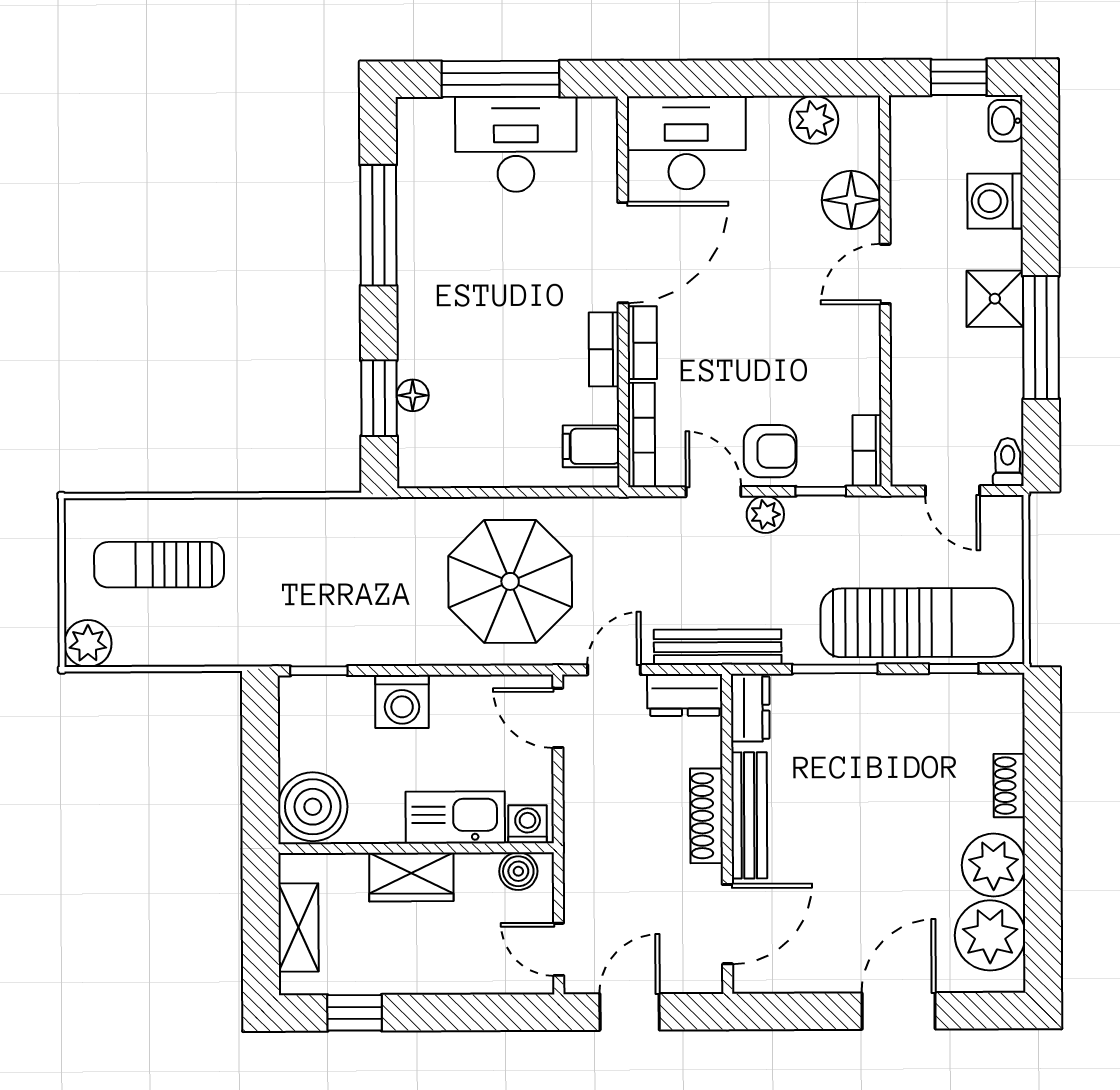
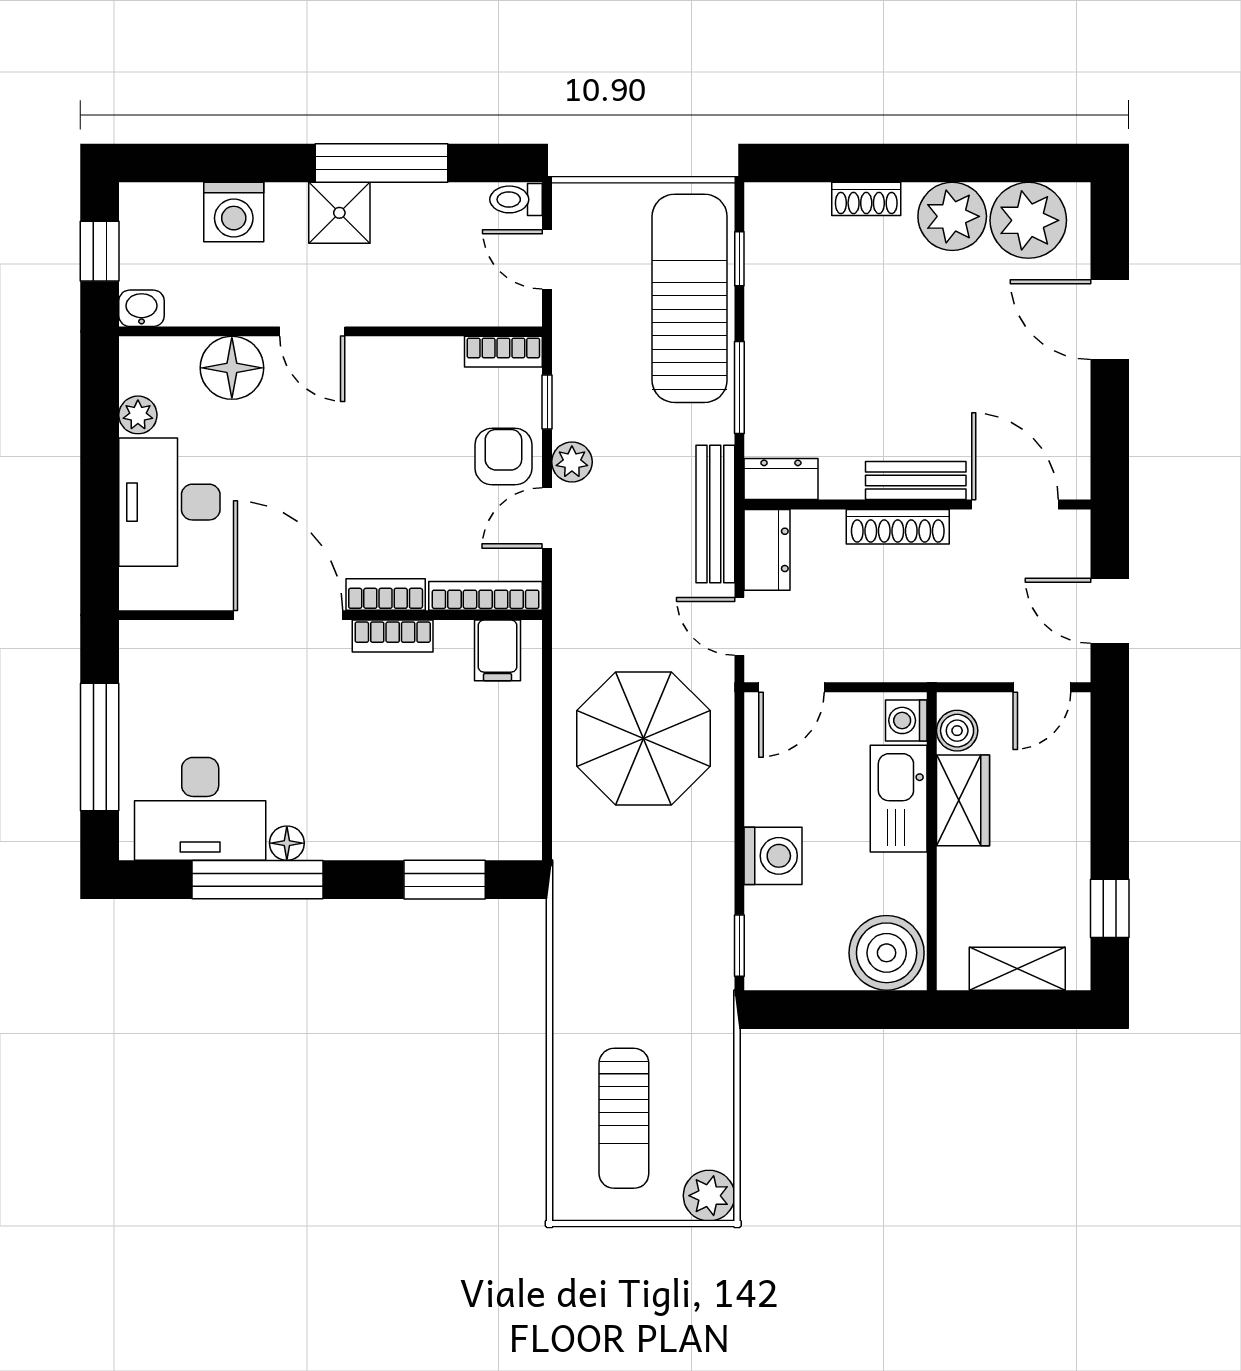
plant: (814, 120) -> (138, 415), width x0.73, depth x0.73
washbasin: (1006, 121) -> (142, 308), moved, turned 180
desk: (686, 143) -> (169, 502), moved
desk: (516, 144) -> (200, 809), moved, turned -90
floor lamp: (413, 395) -> (287, 843), moved
door: (953, 491) -> (547, 259), swing flipped
bench: (749, 815) -> (916, 481), width x0.73
wardrobe: (411, 877) -> (963, 800), moved

